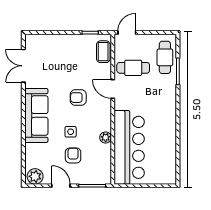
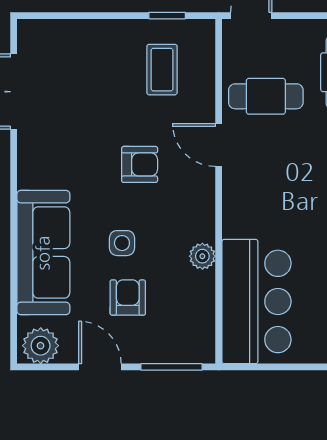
coffee table: (103, 52) -> (162, 70), moved
armchair: (78, 98) -> (140, 164), turned 180
sofa: (36, 115) -> (43, 253), moved
bar counter: (129, 147) -> (256, 301), width x0.73

